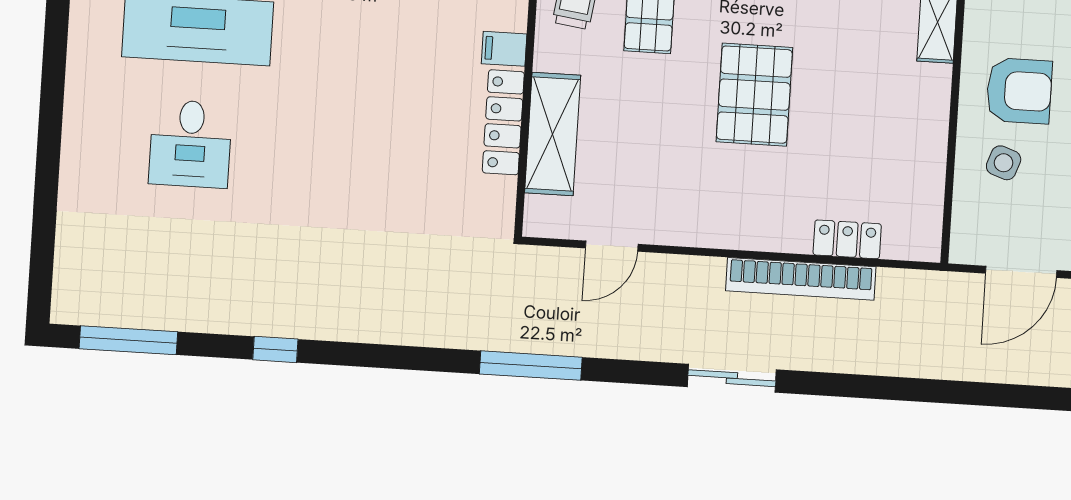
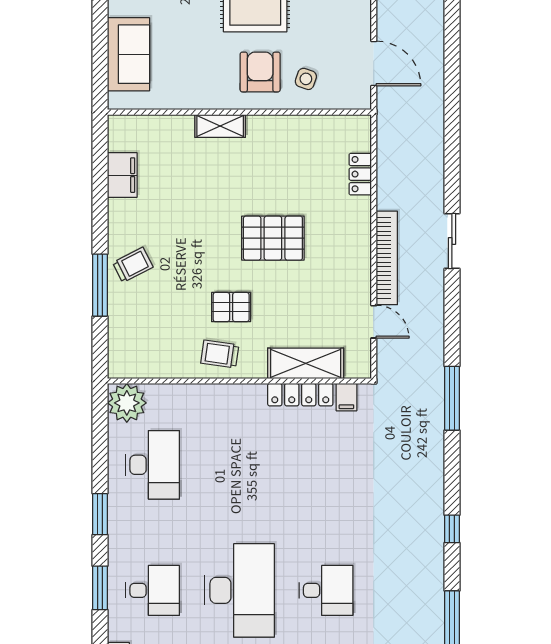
filing cabinet: (504, 49) -> (346, 397), moved
bookcase: (801, 279) -> (387, 258), moved
window: (531, 366) -> (452, 398), moved

